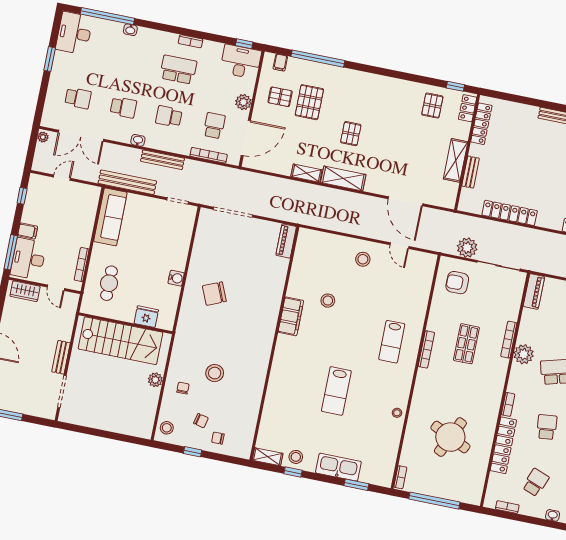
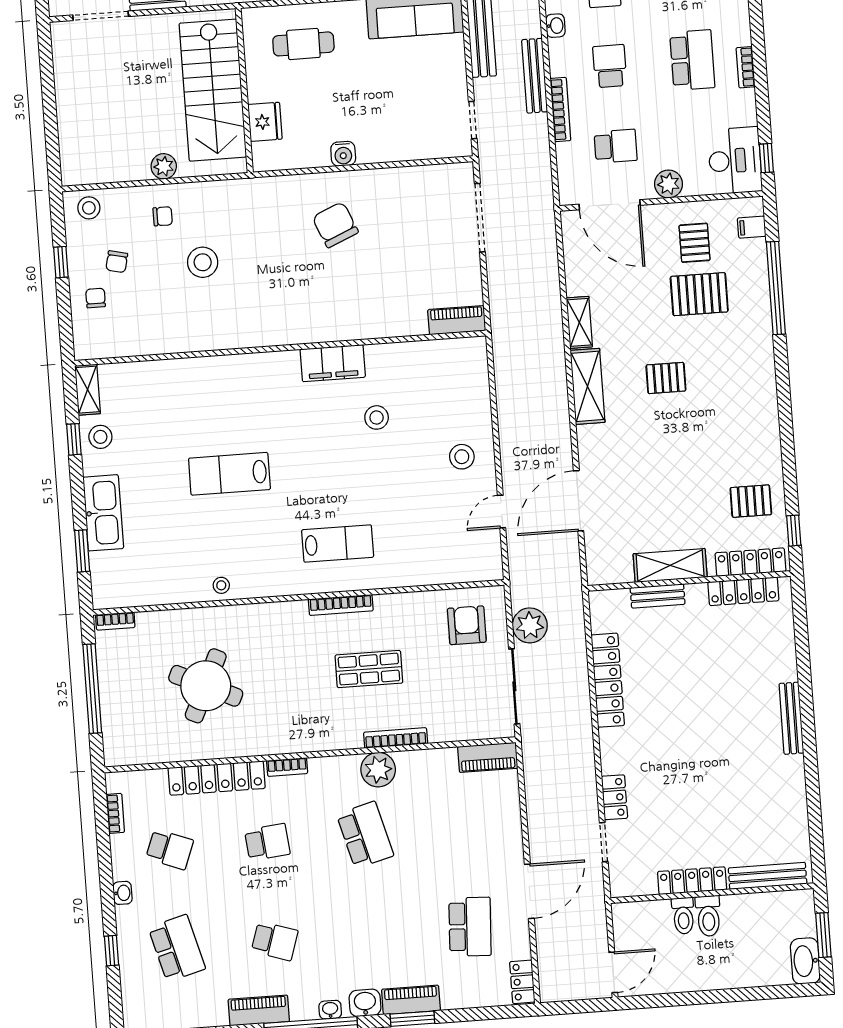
locker: (468, 108) -> (750, 562), width x1.53
bookcase: (209, 155) -> (560, 109), moved
lab bench: (392, 342) -> (338, 543), turned 180

